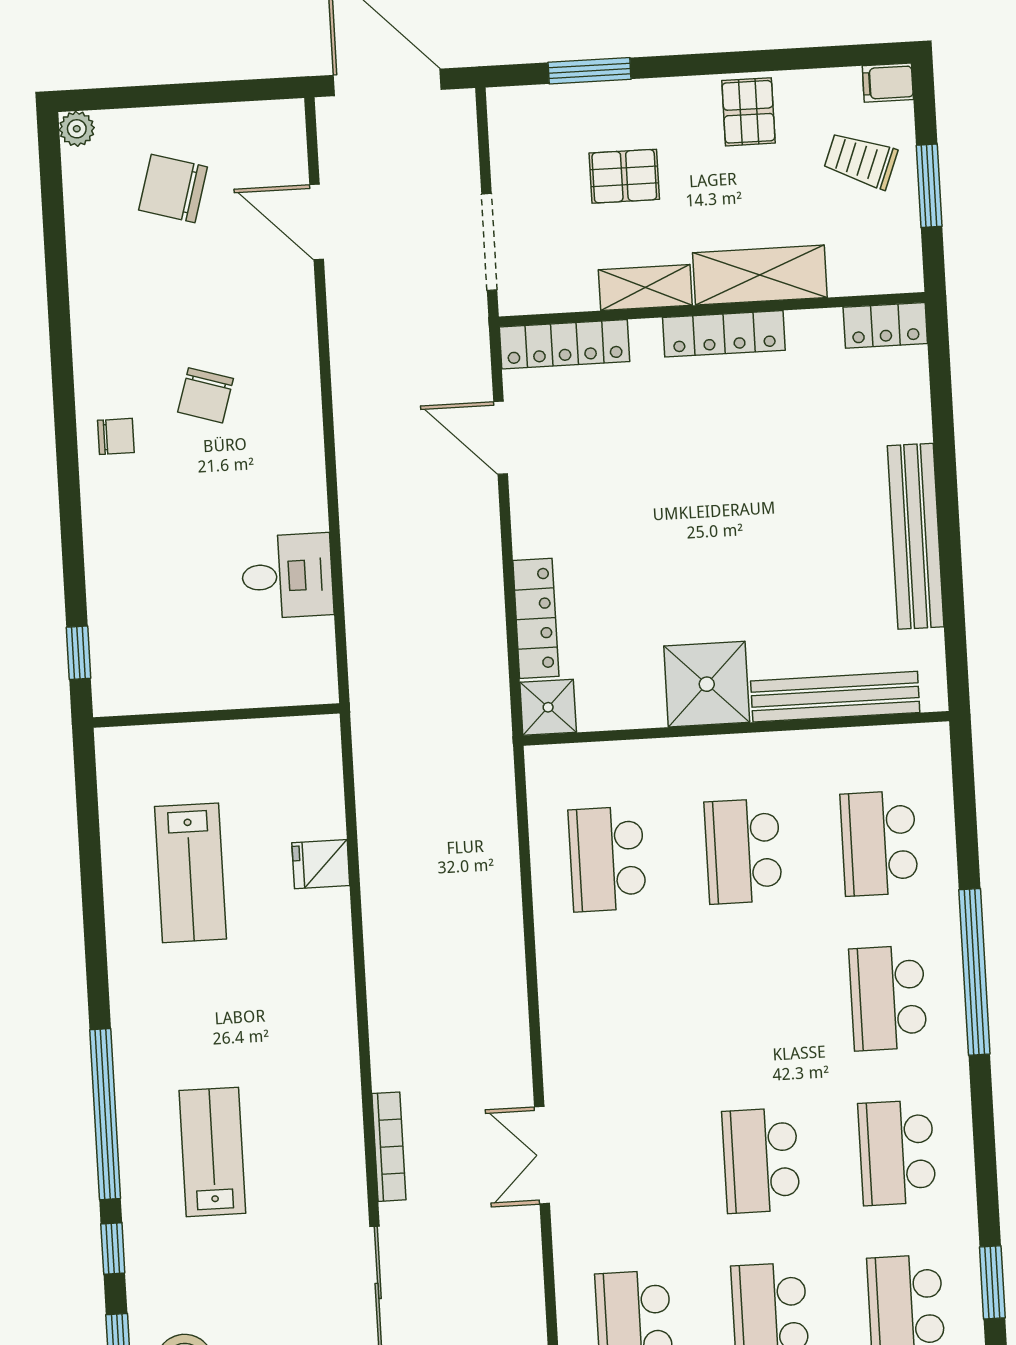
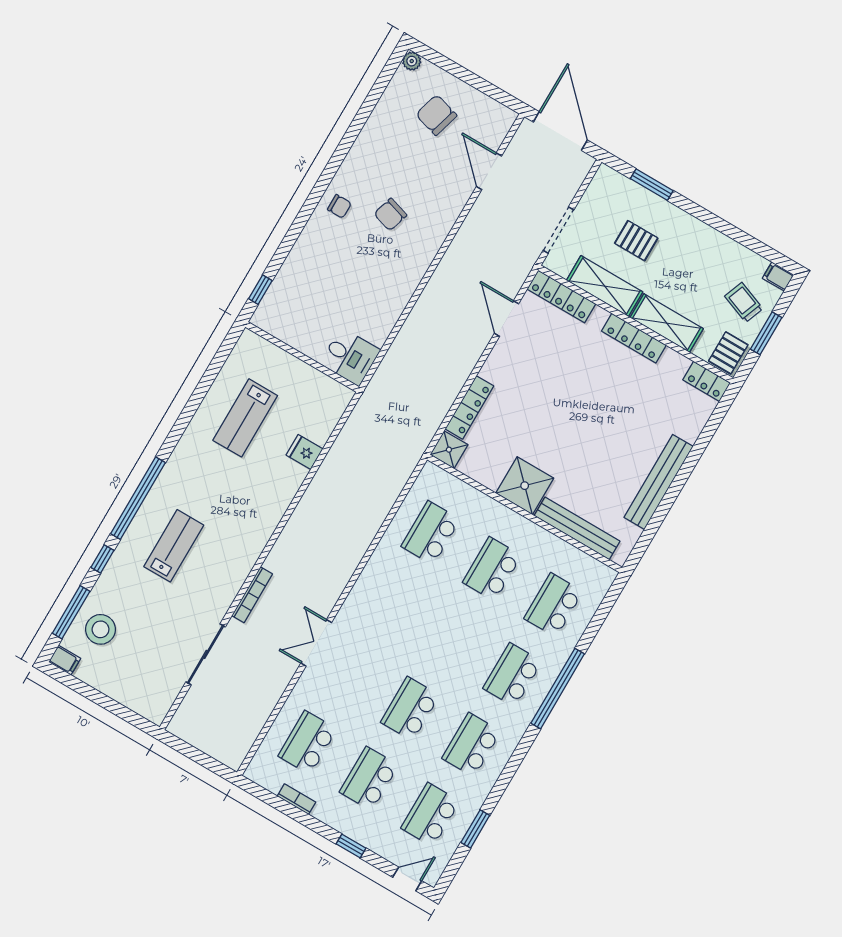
pallet: (748, 112) -> (728, 353), moved
shelving: (645, 287) -> (605, 286), width x1.50, depth x1.33
desk: (287, 576) -> (350, 357), moved

